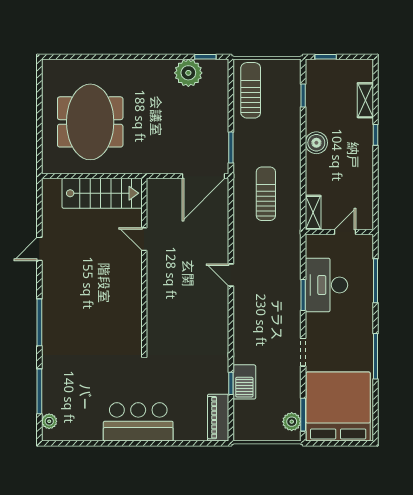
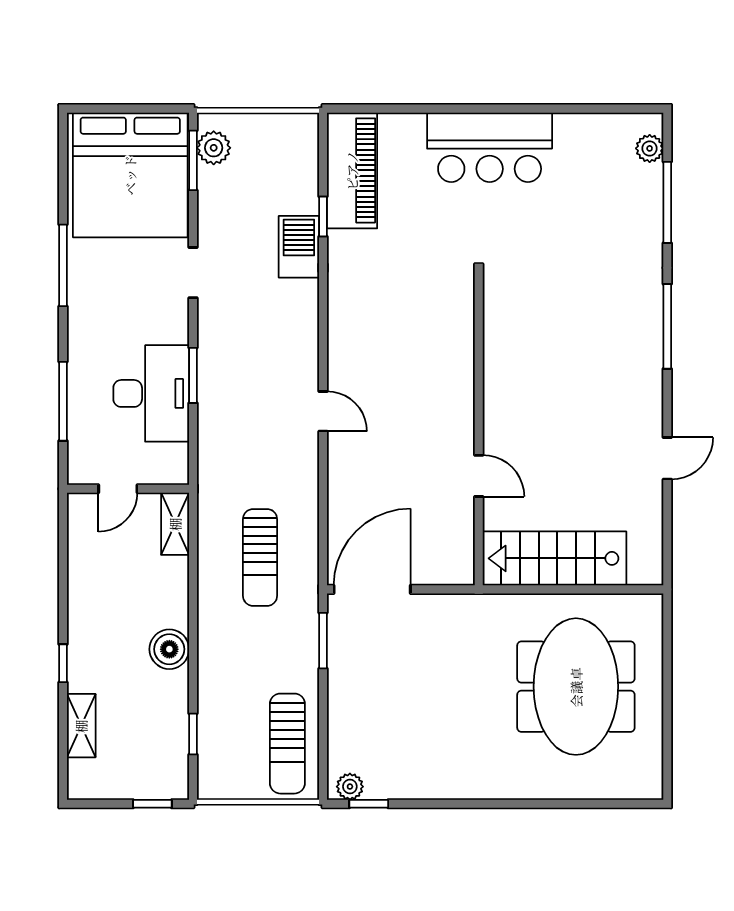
plant: (188, 73) -> (350, 787), moved, width x0.53, depth x0.53
barbecue: (244, 382) -> (299, 247), moved
piano: (218, 418) -> (352, 170), width x1.37, depth x1.33

